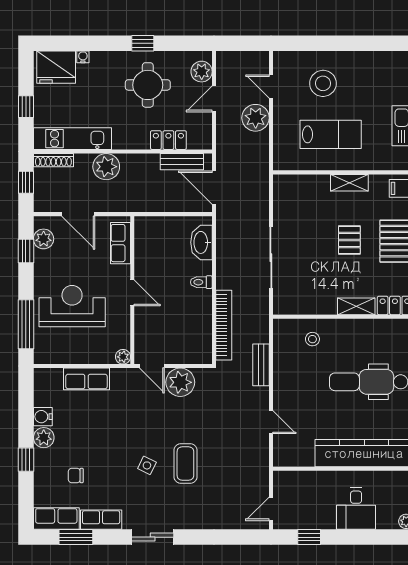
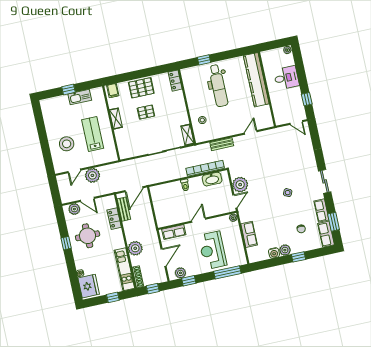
washbasin: (201, 242) -> (212, 179), moved
shelving: (356, 306) -> (187, 135), moved
coffee table: (185, 464) -> (282, 173), removed

